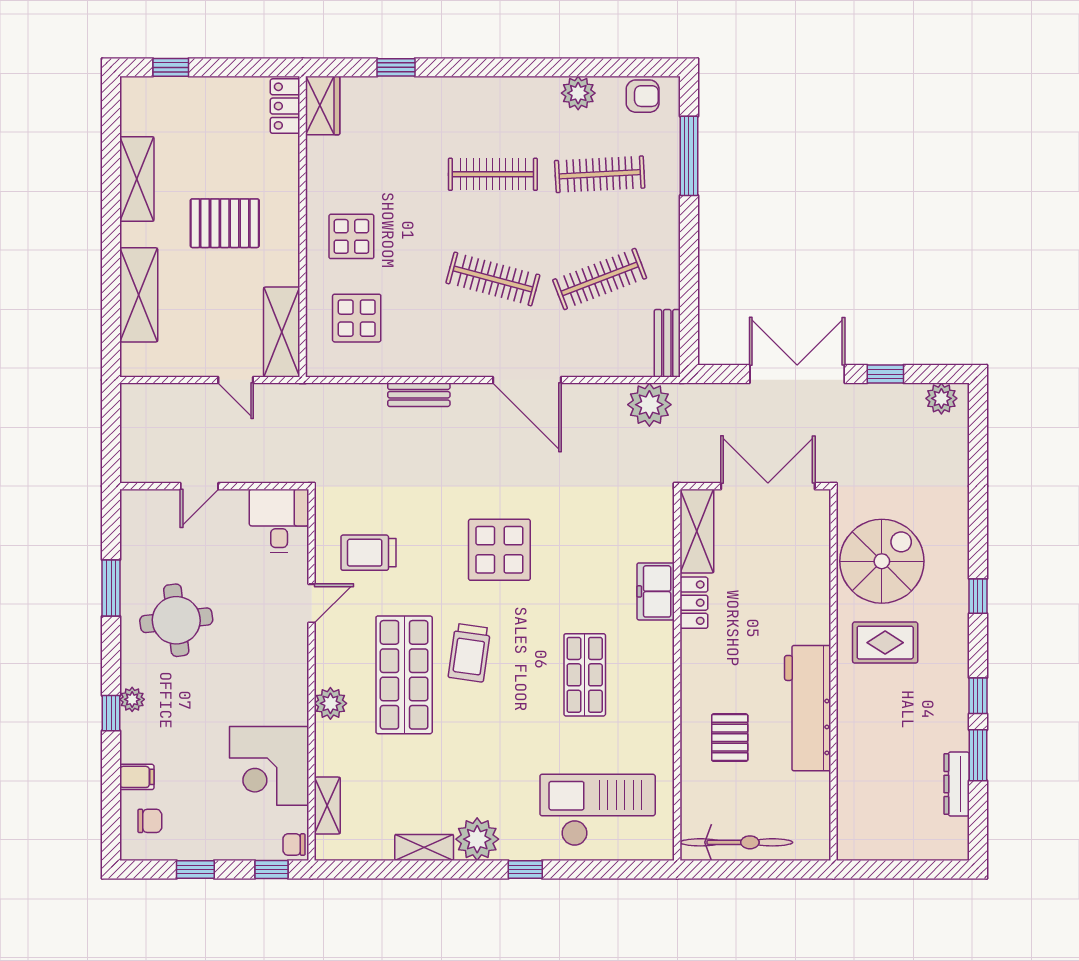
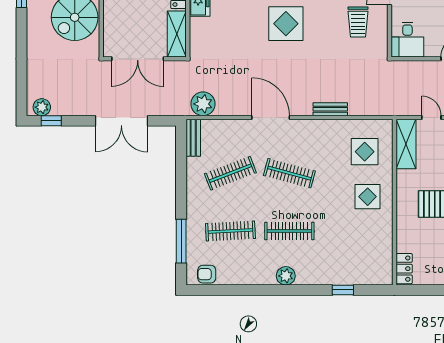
plant: (578, 93) -> (286, 276), moved
wardrobe: (323, 106) -> (383, 269), removed
window: (885, 374) -> (51, 121), moved
trolley: (369, 553) -> (358, 22), turned 90

